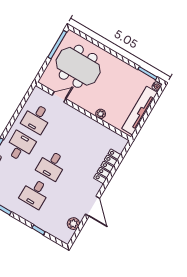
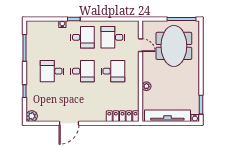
desk: (68, 137) -> (113, 71), added
desk: (52, 165) -> (83, 71), turned 180
locker: (107, 166) -> (122, 116), moved
plant: (73, 224) -> (32, 116), moved

